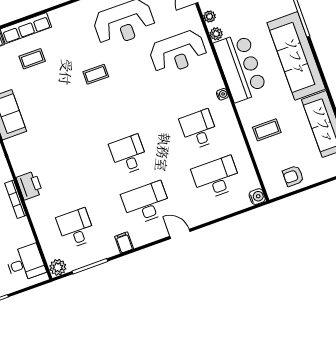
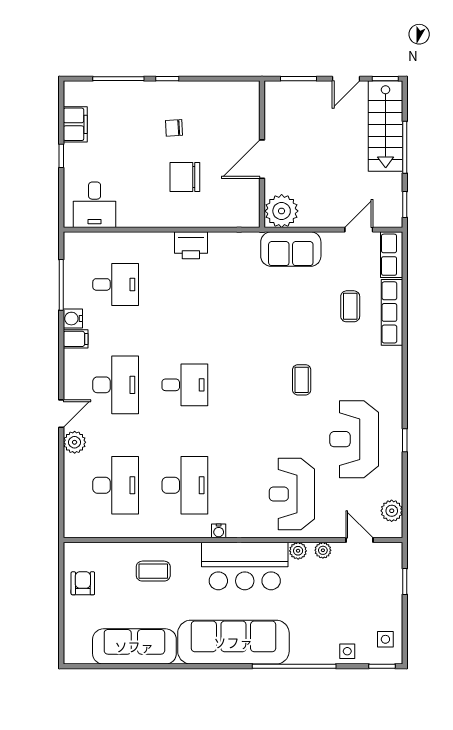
desk: (199, 129) -> (185, 485), width x1.37
coffee table: (267, 130) -> (153, 571), turned 90
water cooler: (257, 197) -> (73, 319), moved, turned 90
bookcase: (15, 199) -> (180, 221), removed
plant: (58, 267) -> (75, 442), moved

